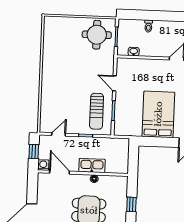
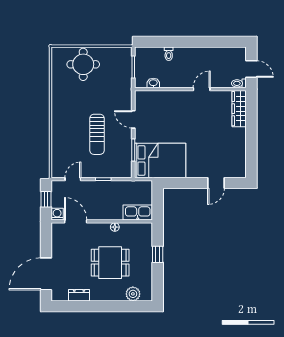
round table: (97, 35) -> (83, 64), moved
sun lounger: (97, 111) -> (97, 134), moved
bed: (158, 114) -> (160, 161), moved, turned 90
kitchen sink: (92, 166) -> (138, 213), moved

